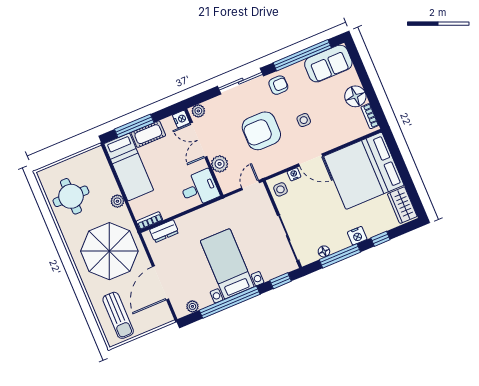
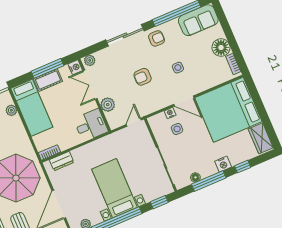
window: (134, 126) -> (47, 68), moved
armchair: (261, 131) -> (143, 77), width x0.53, depth x0.53
side table: (280, 189) -> (177, 129), moved
plant: (117, 201) -> (11, 110), moved

